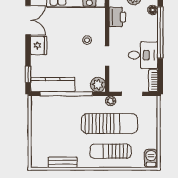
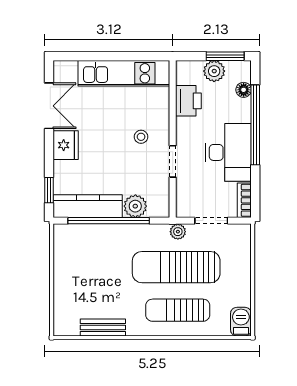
desk: (143, 55) -> (228, 152), width x1.37
plant: (98, 85) -> (135, 206), moved
sun lounger: (110, 124) -> (176, 267), turned 180

